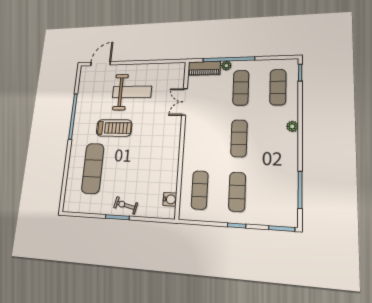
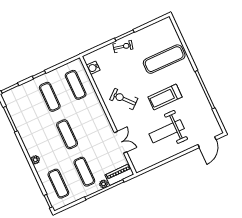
exercise bike: (156, 147) -> (124, 99), added
exercise mat: (93, 168) -> (164, 59), turned 90

